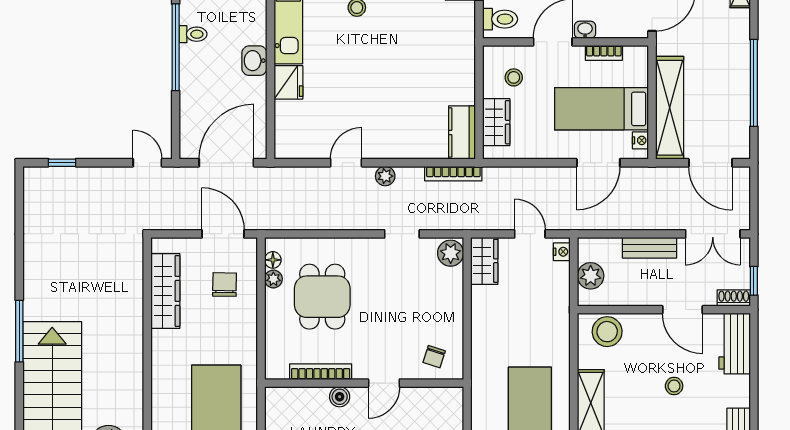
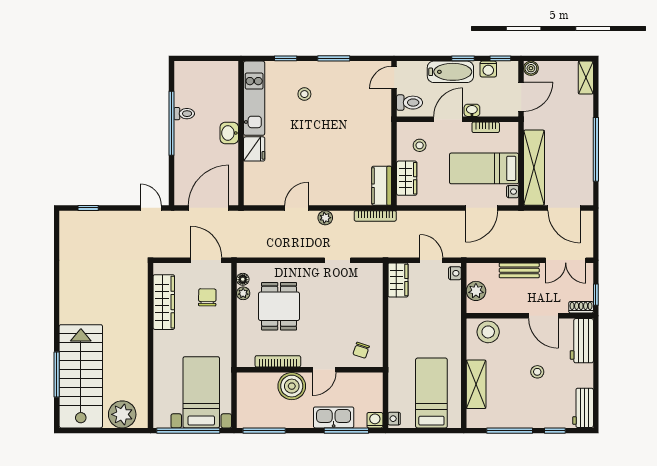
plant: (451, 253) -> (373, 274), removed
window: (19, 331) -> (57, 375), moved
boiler: (340, 397) -> (292, 386), width x1.86, depth x1.86

